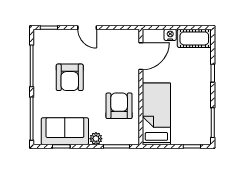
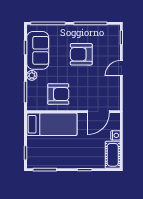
door: (141, 56) -> (98, 112), hinge flipped

